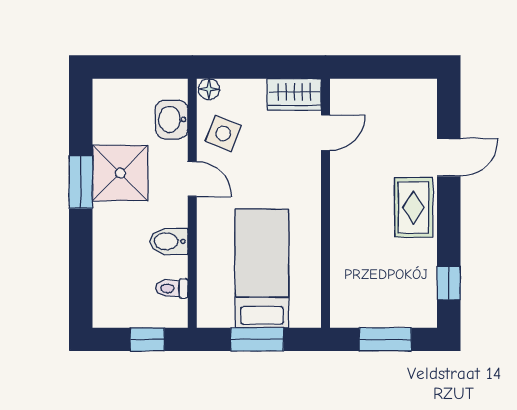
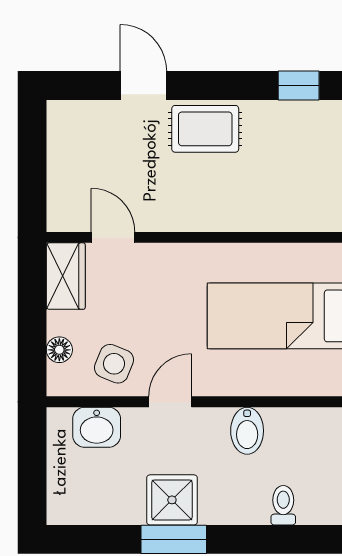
floor lamp: (209, 89) -> (59, 350), moved
shower: (120, 173) -> (172, 500), width x0.73, depth x0.73
toilet: (172, 288) -> (283, 505), moved, turned 180

